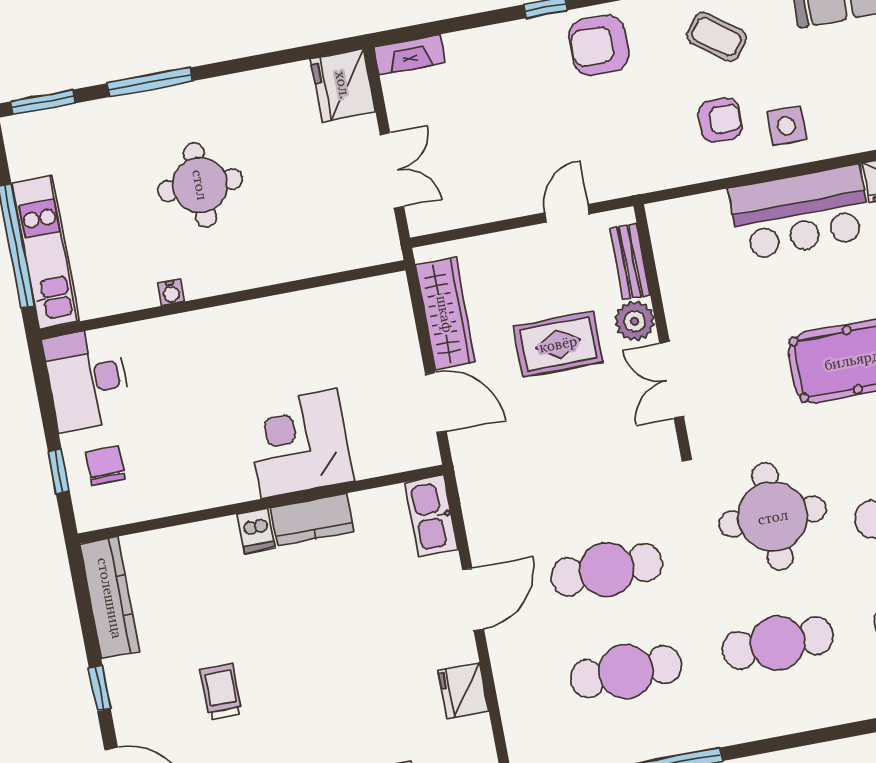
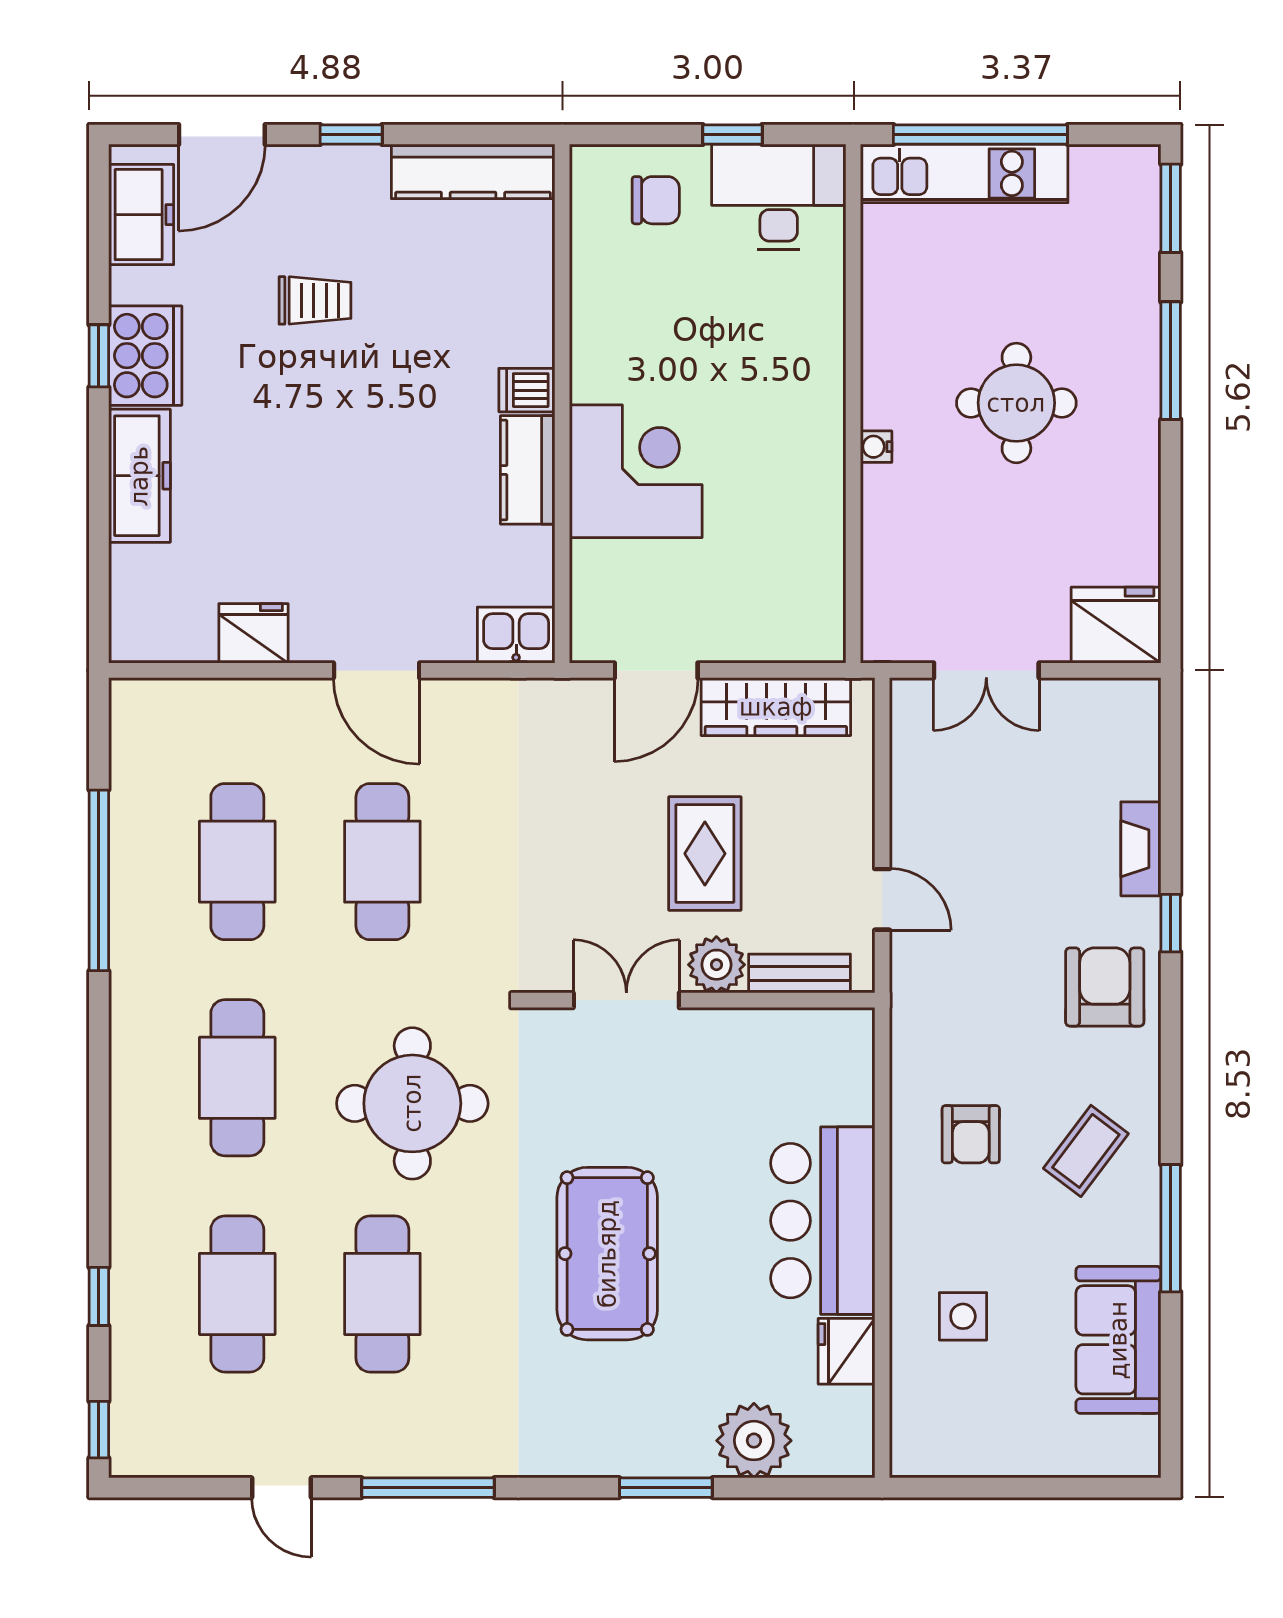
fireplace: (410, 55) -> (1141, 849), moved
side table: (786, 126) -> (963, 1316), moved
water cooler: (171, 293) -> (876, 447), moved
window: (59, 471) -> (732, 134), moved
kitchen sink: (432, 516) -> (516, 635), width x0.73

